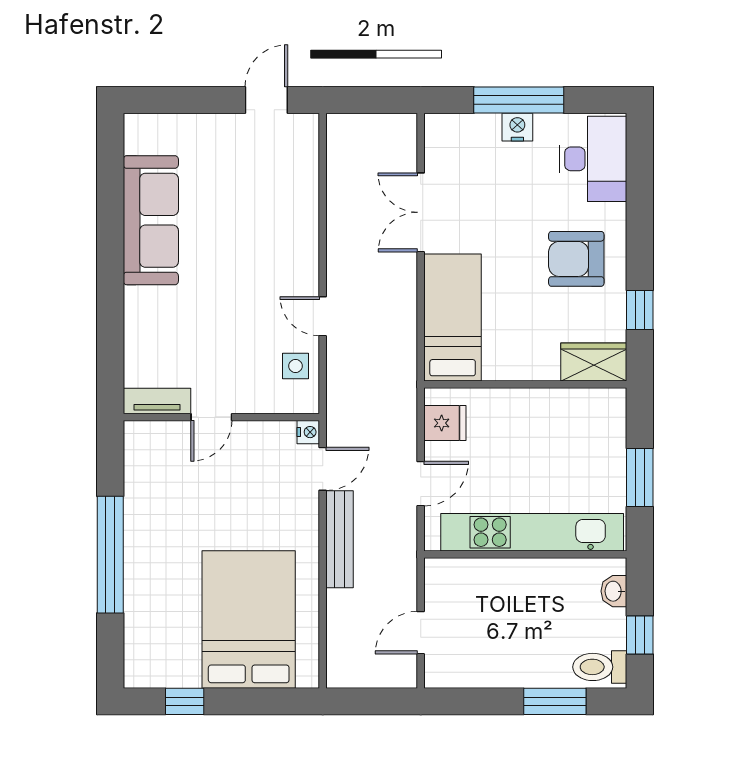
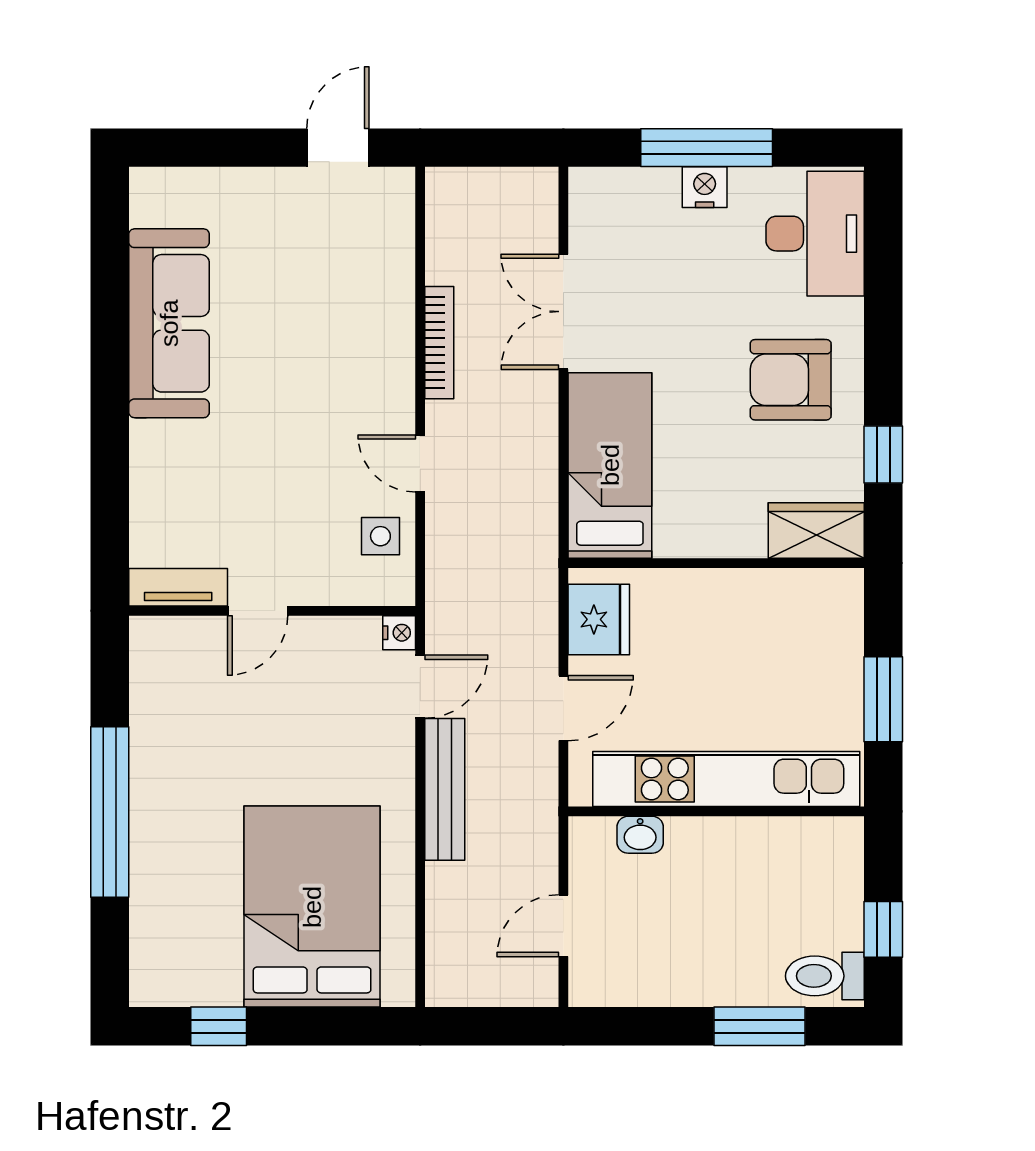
bookcase: (336, 233) -> (439, 343), added
fridge: (445, 423) -> (599, 619), width x1.38
washbasin: (614, 591) -> (640, 835), moved, turned -90

